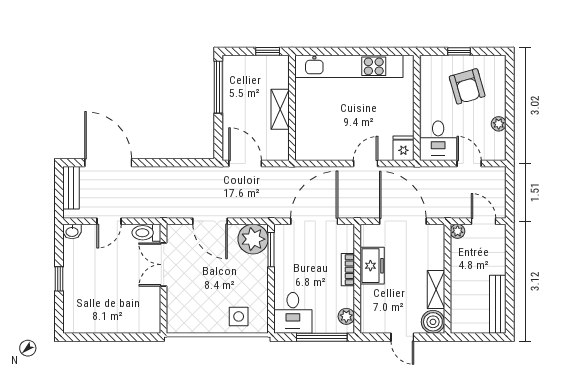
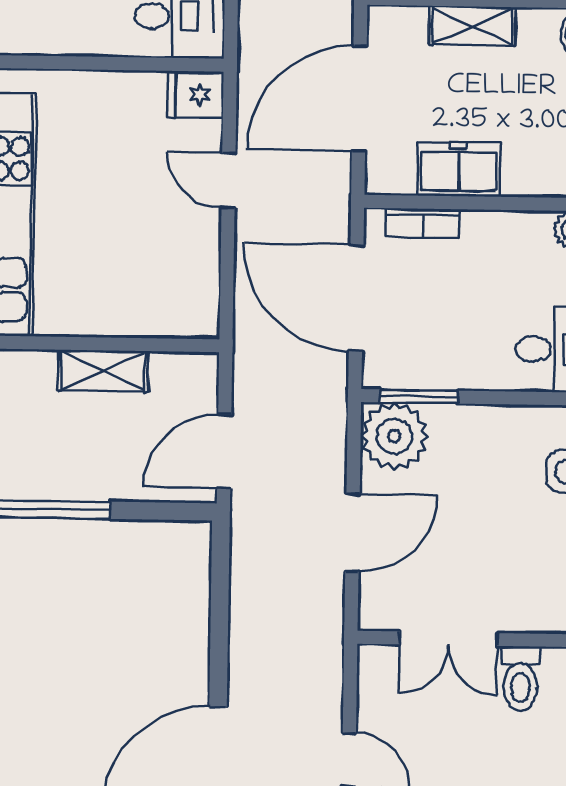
toilet: (146, 233) -> (521, 679), moved
bookcase: (348, 270) -> (423, 223), moved
shelving: (436, 289) -> (472, 26), moved

